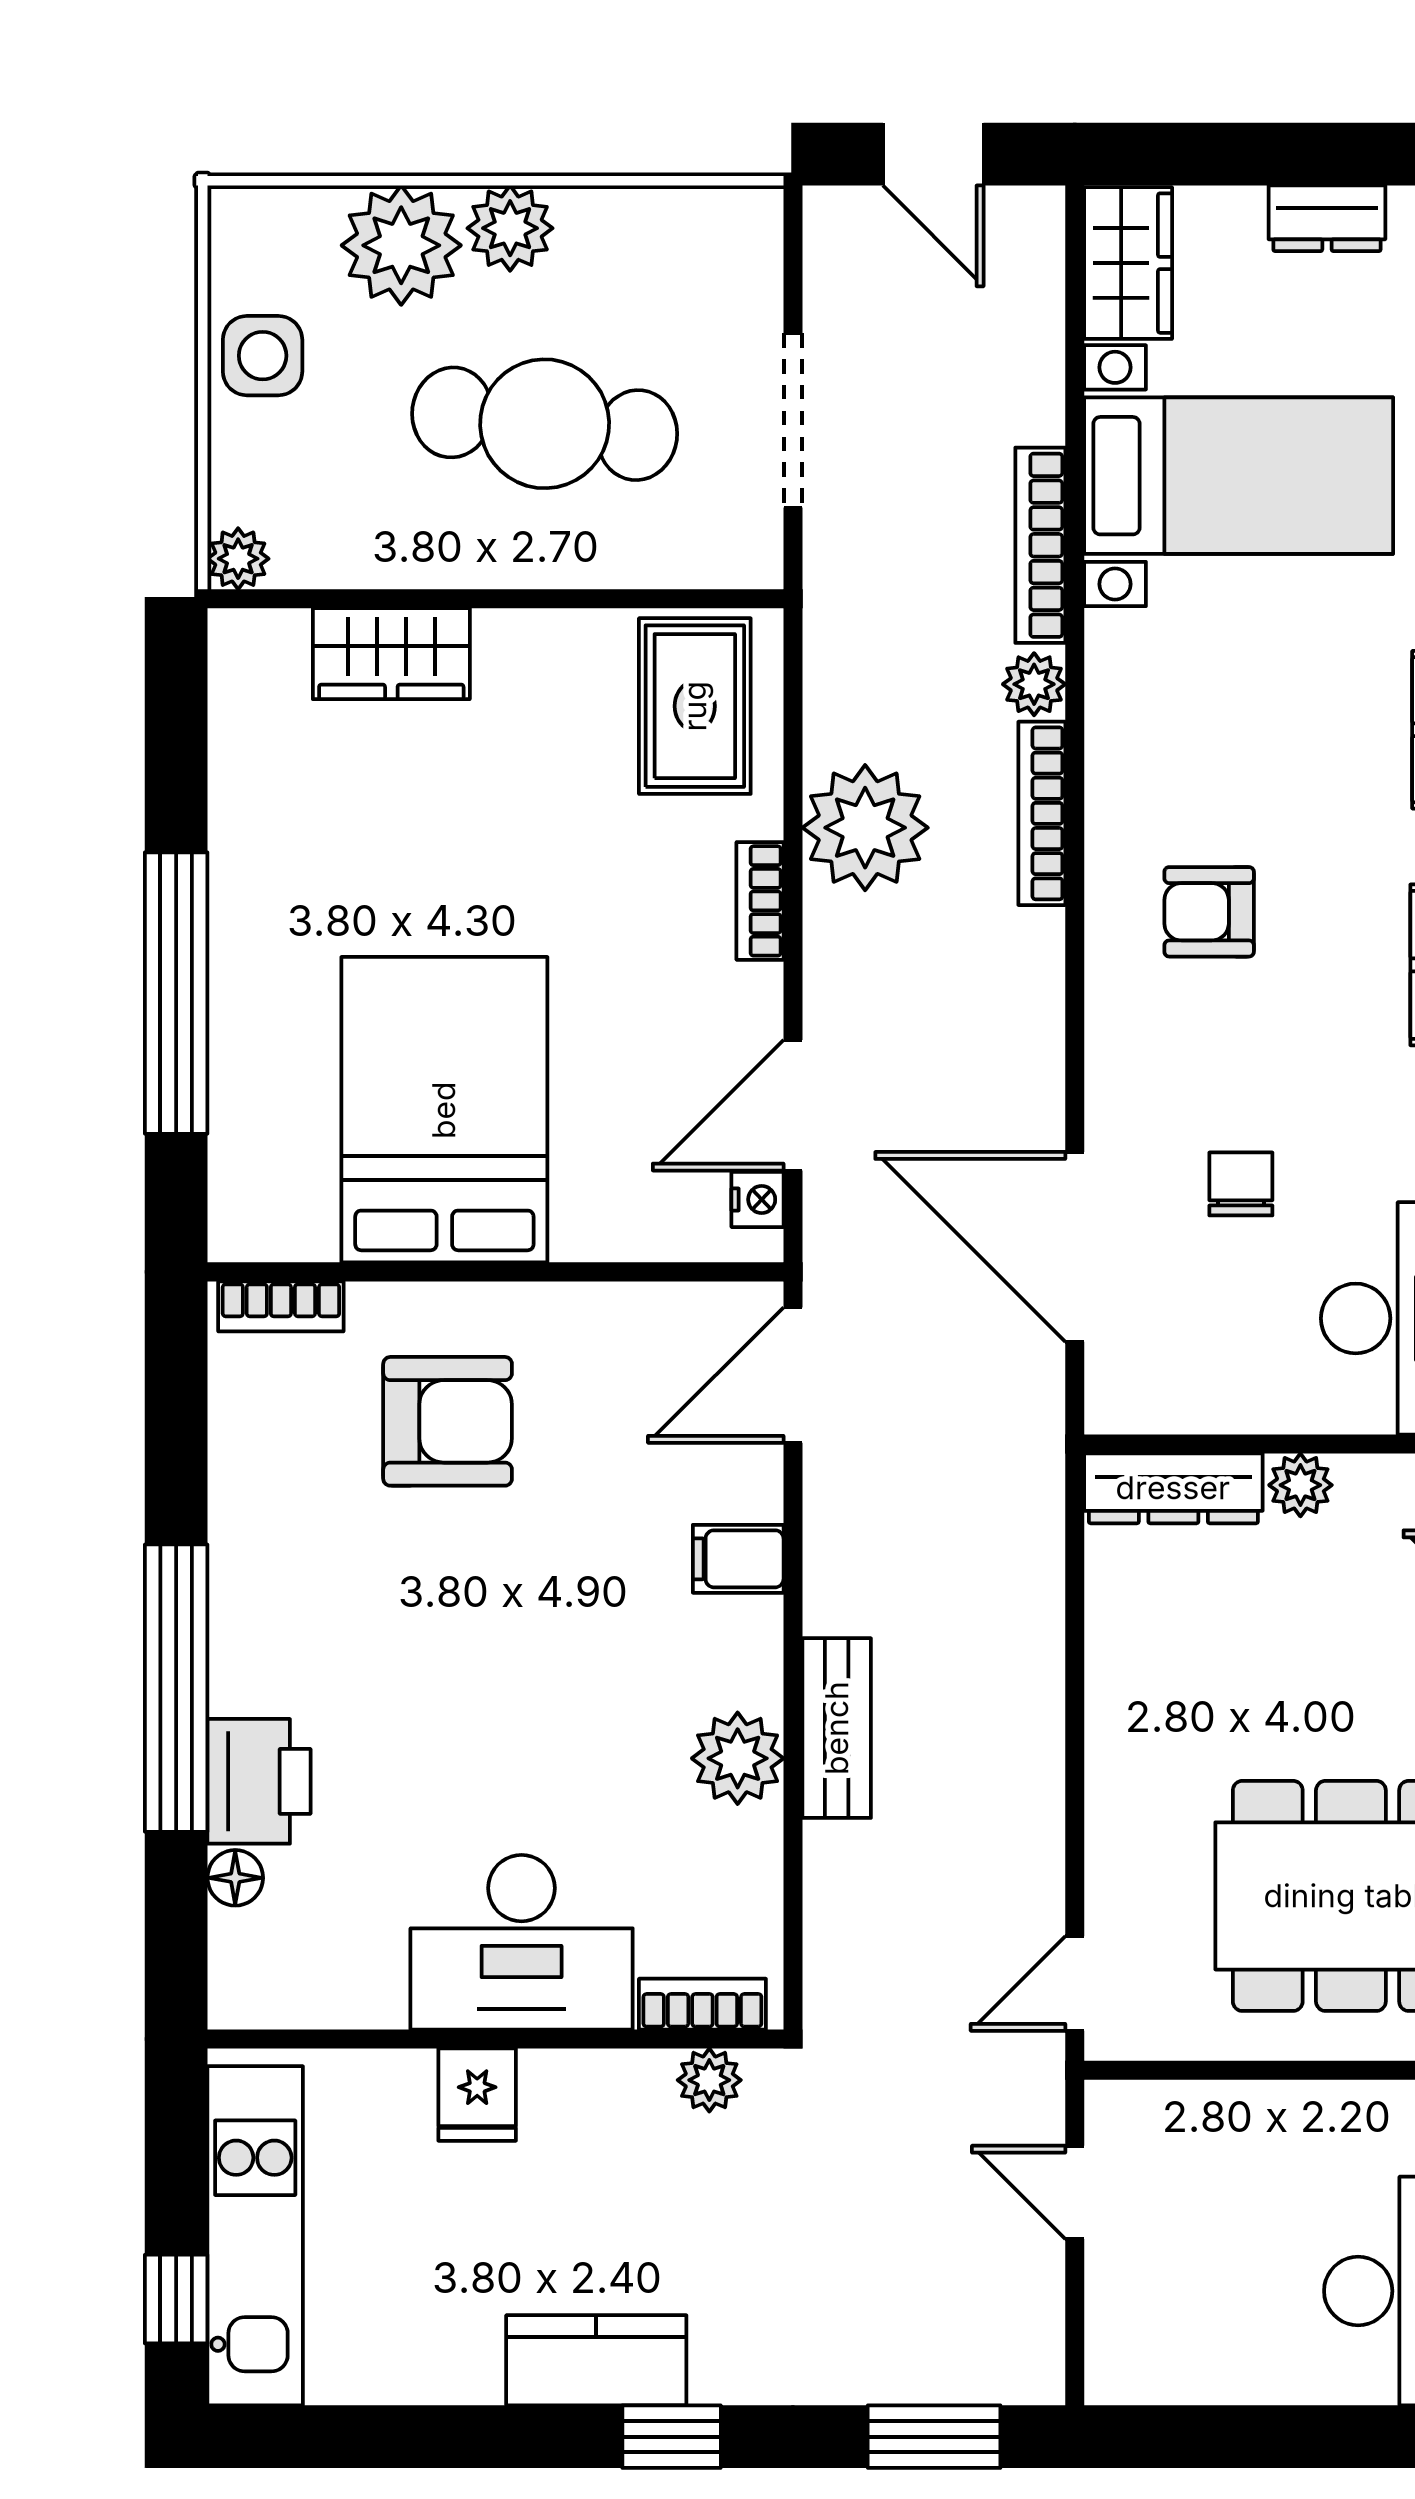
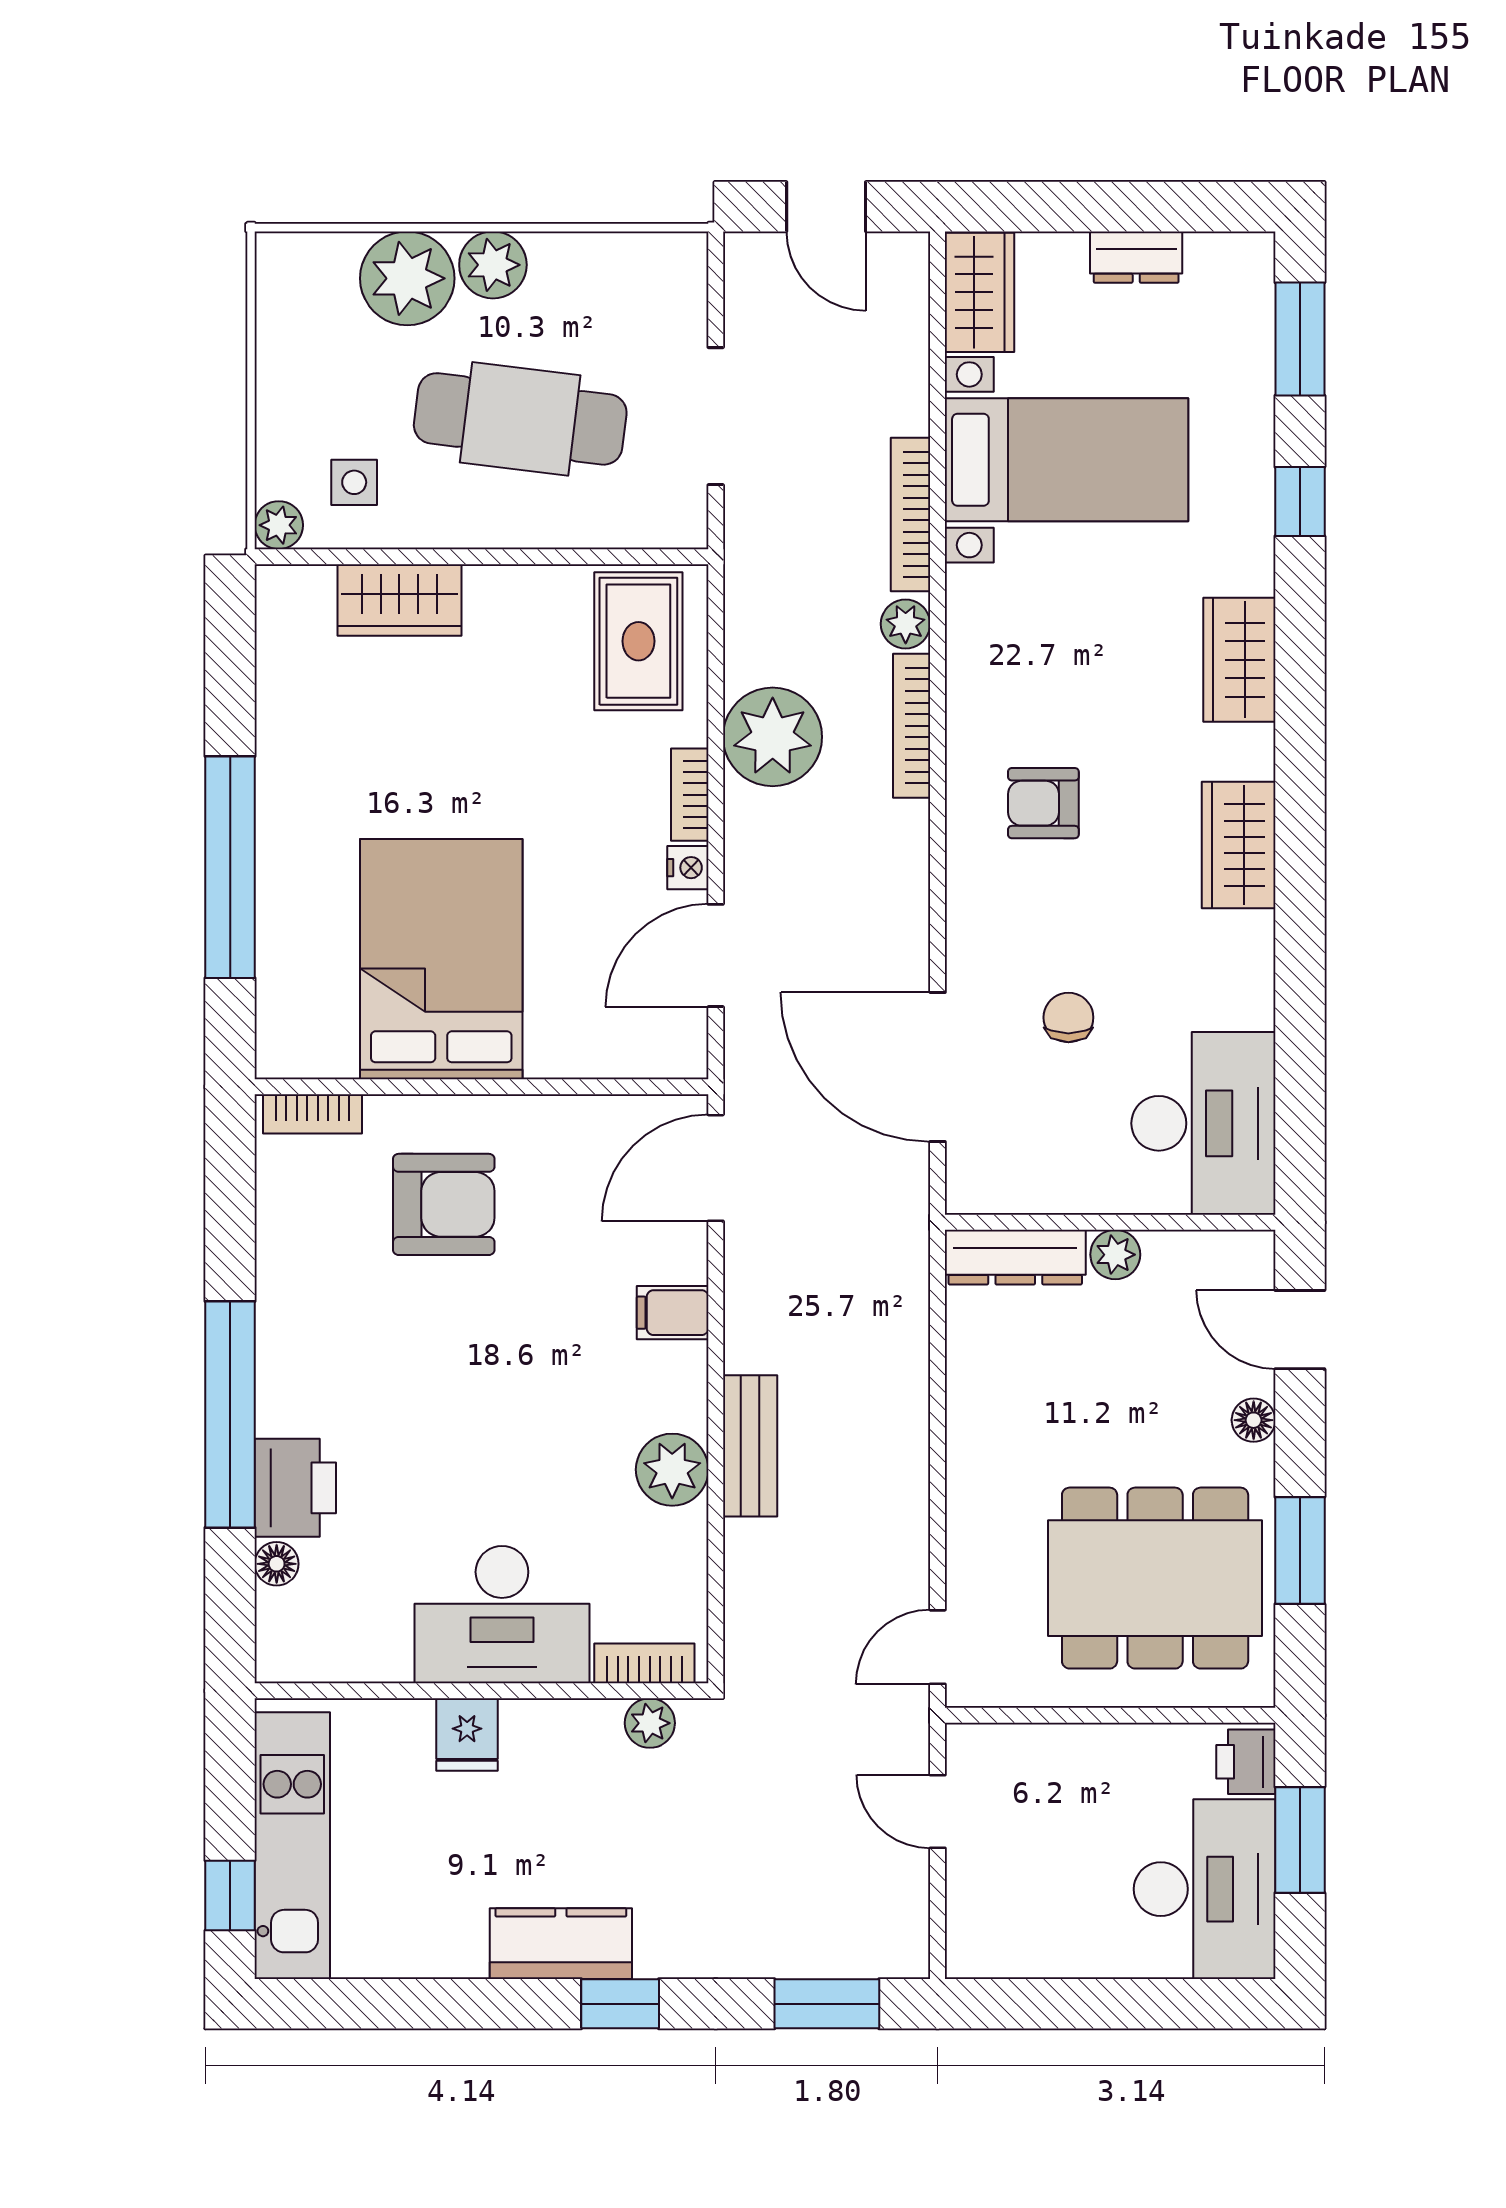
side table: (263, 356) -> (354, 482), moved, width x0.73, depth x0.73
nightstand: (757, 1199) -> (688, 868), moved

